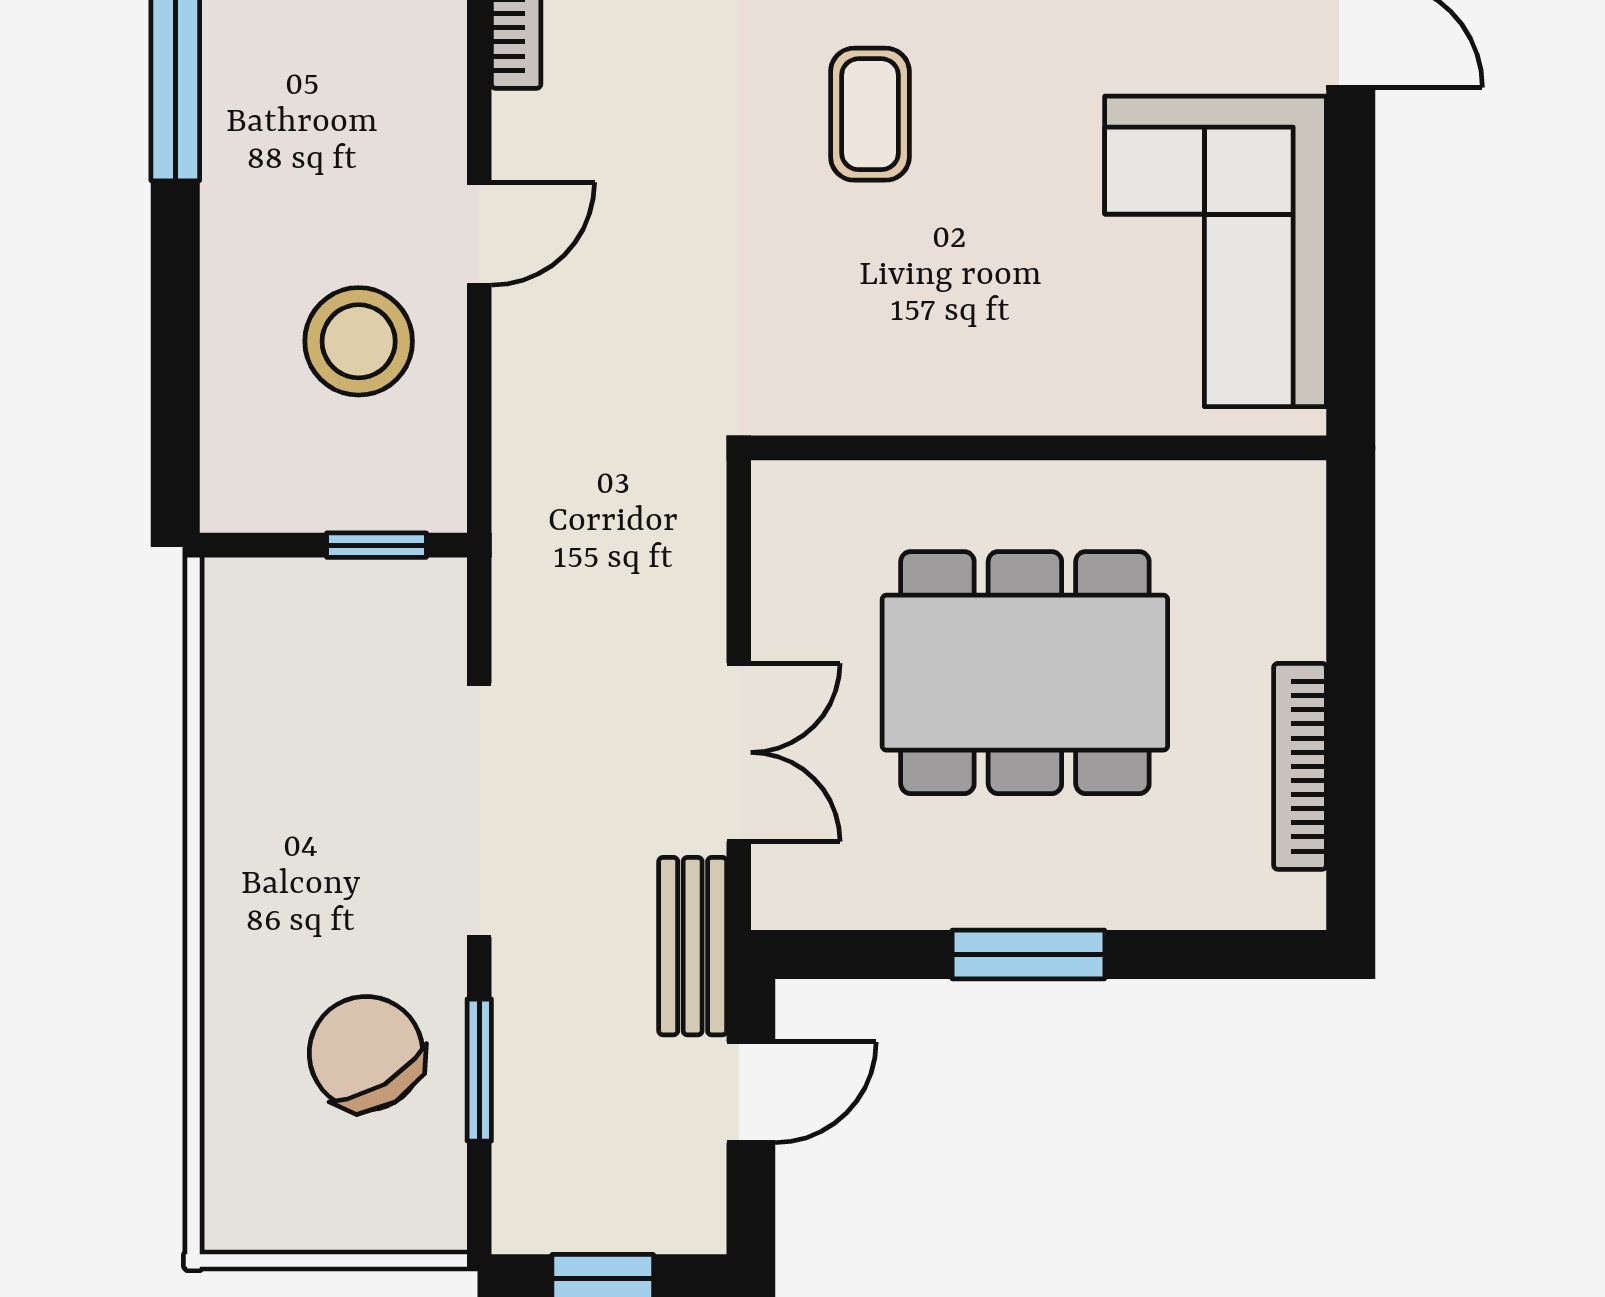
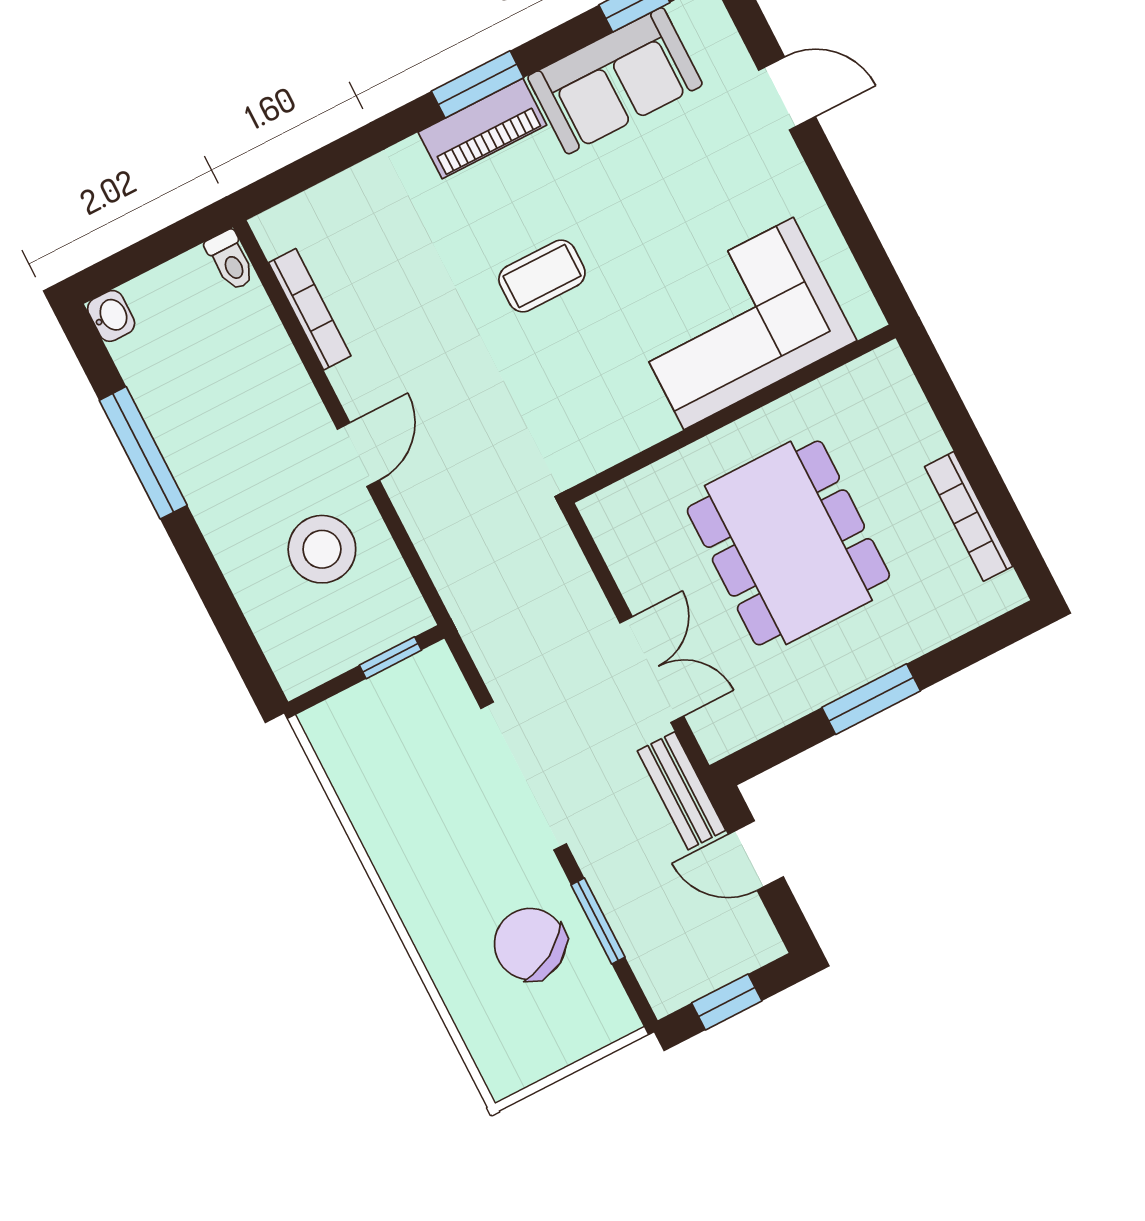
coffee table: (870, 114) -> (542, 276), turned 90
corner sofa: (1216, 251) -> (739, 323), moved, turned 90
dining table: (1025, 673) -> (788, 543), turned 90
door: (751, 1092) -> (756, 856), swing flipped

